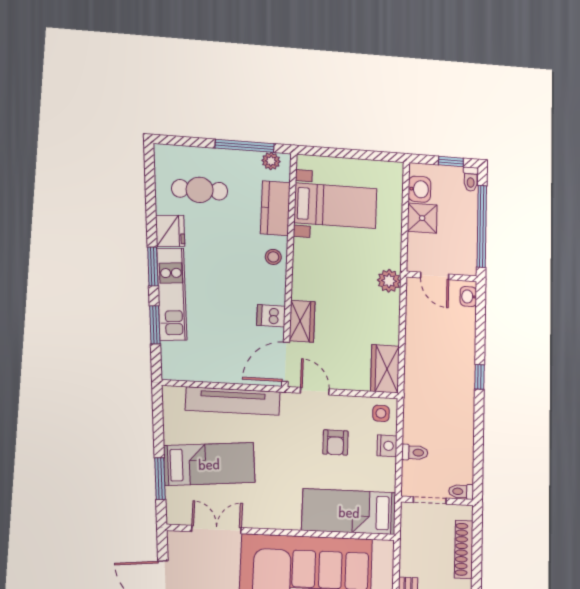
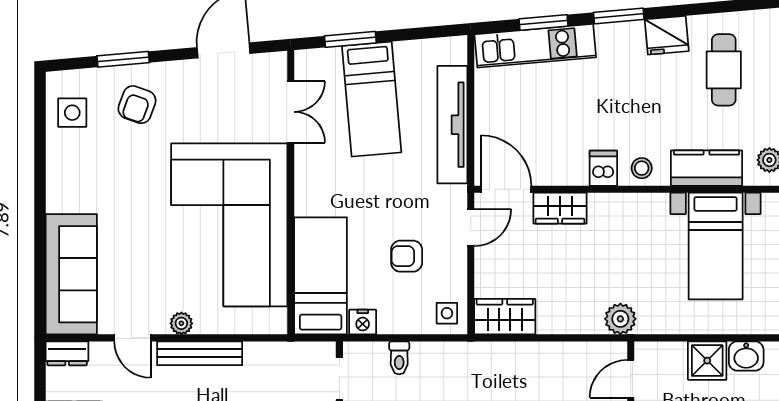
kitchen unit: (172, 294) -> (535, 46), moved
dishwasher: (271, 316) -> (603, 168), moved
nightstand: (387, 446) -> (363, 322), moved

